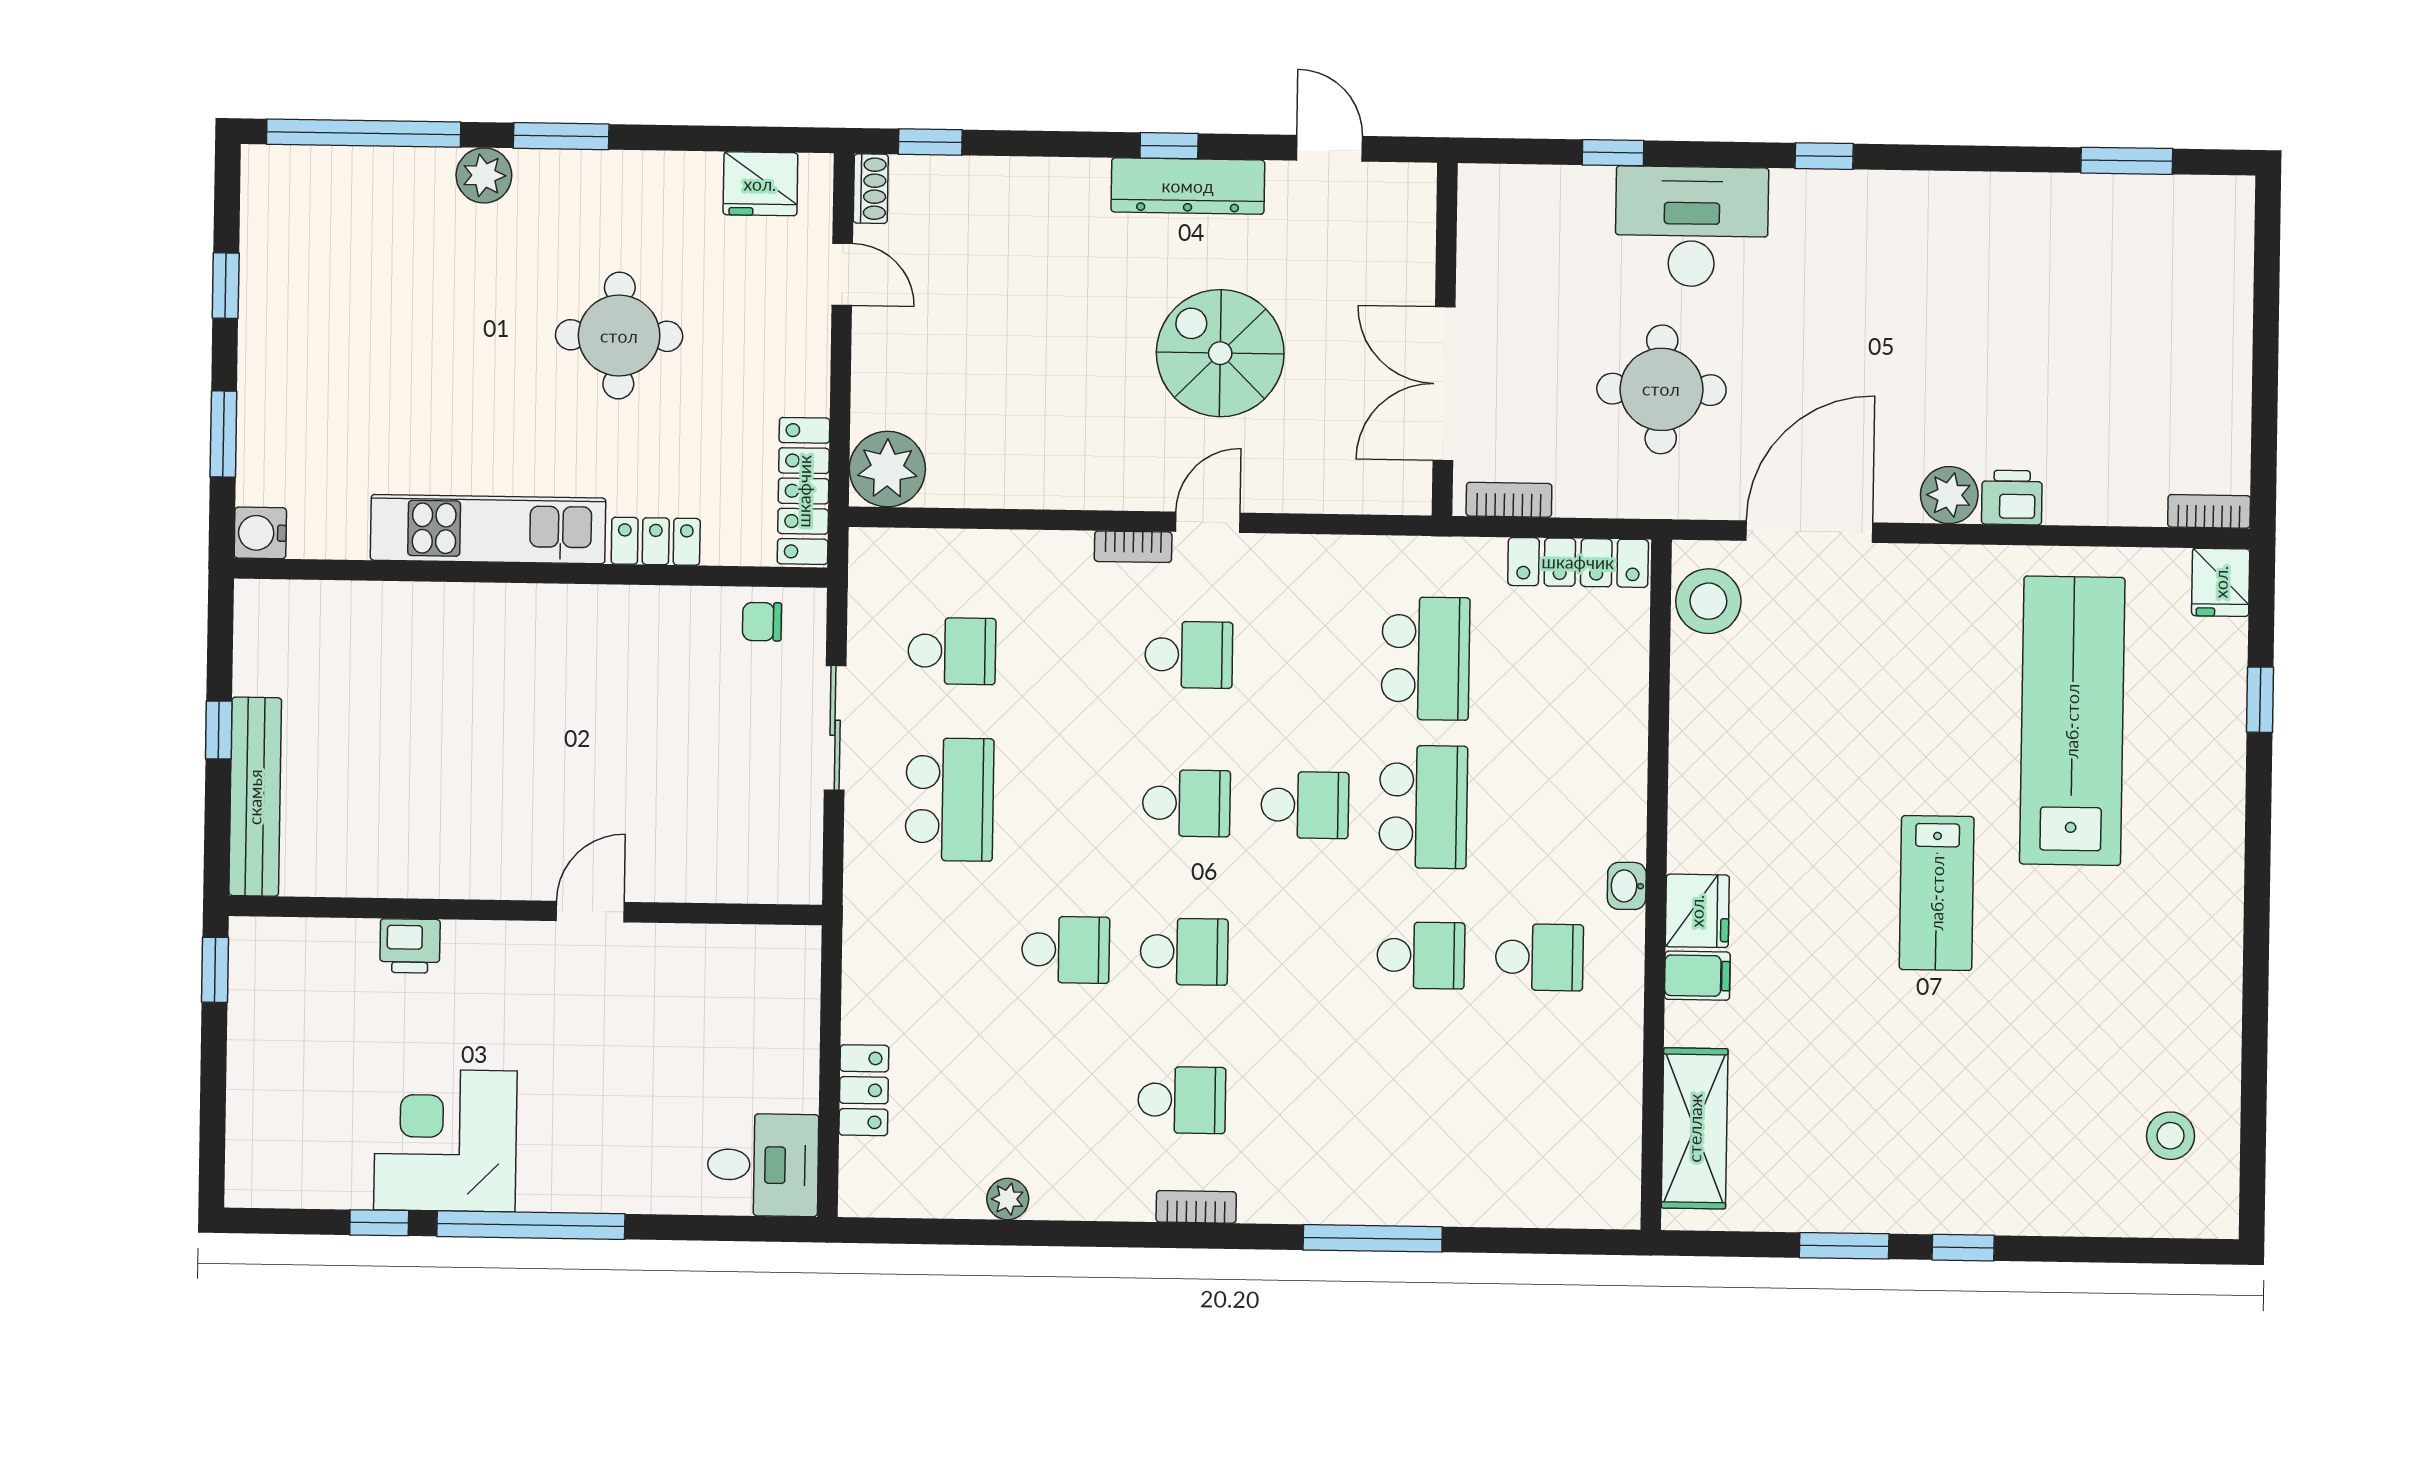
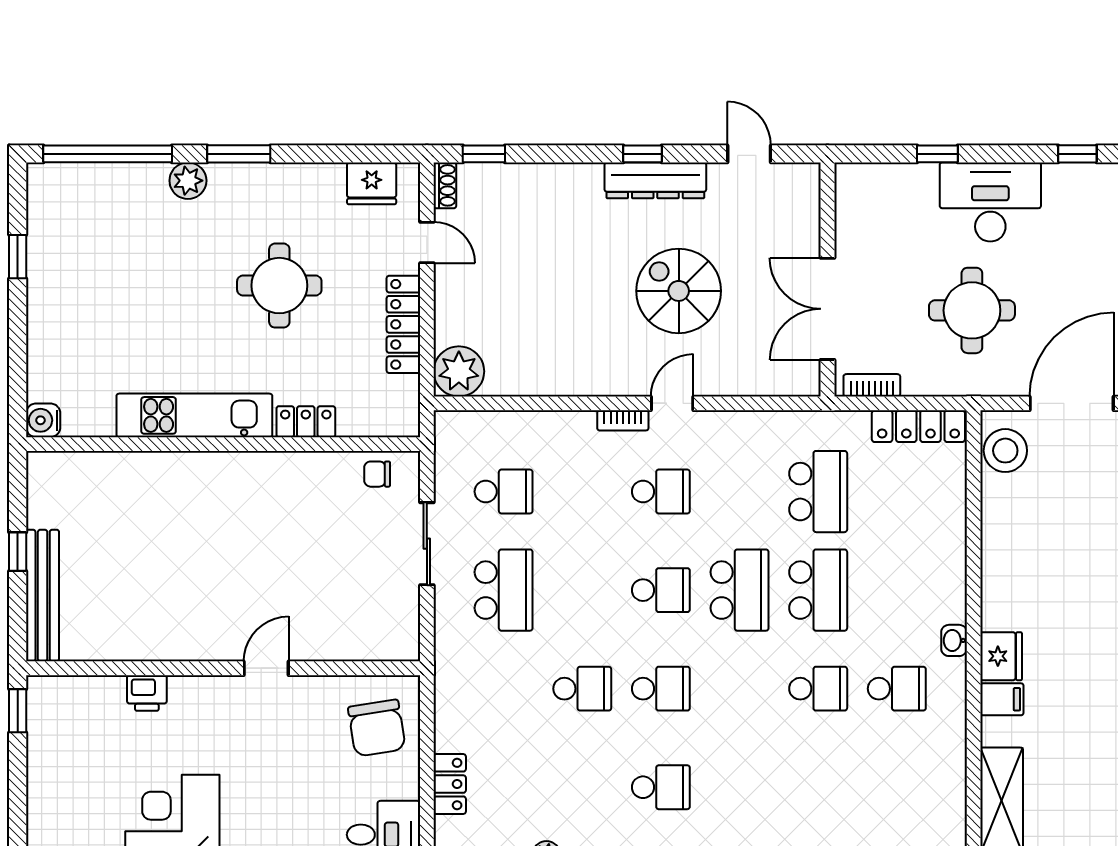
window: (223, 434) -> (18, 355), removed
locker: (804, 491) -> (403, 324), moved
school desk: (1305, 805) -> (740, 590), width x1.85
chair: (755, 1004) -> (377, 728), added

